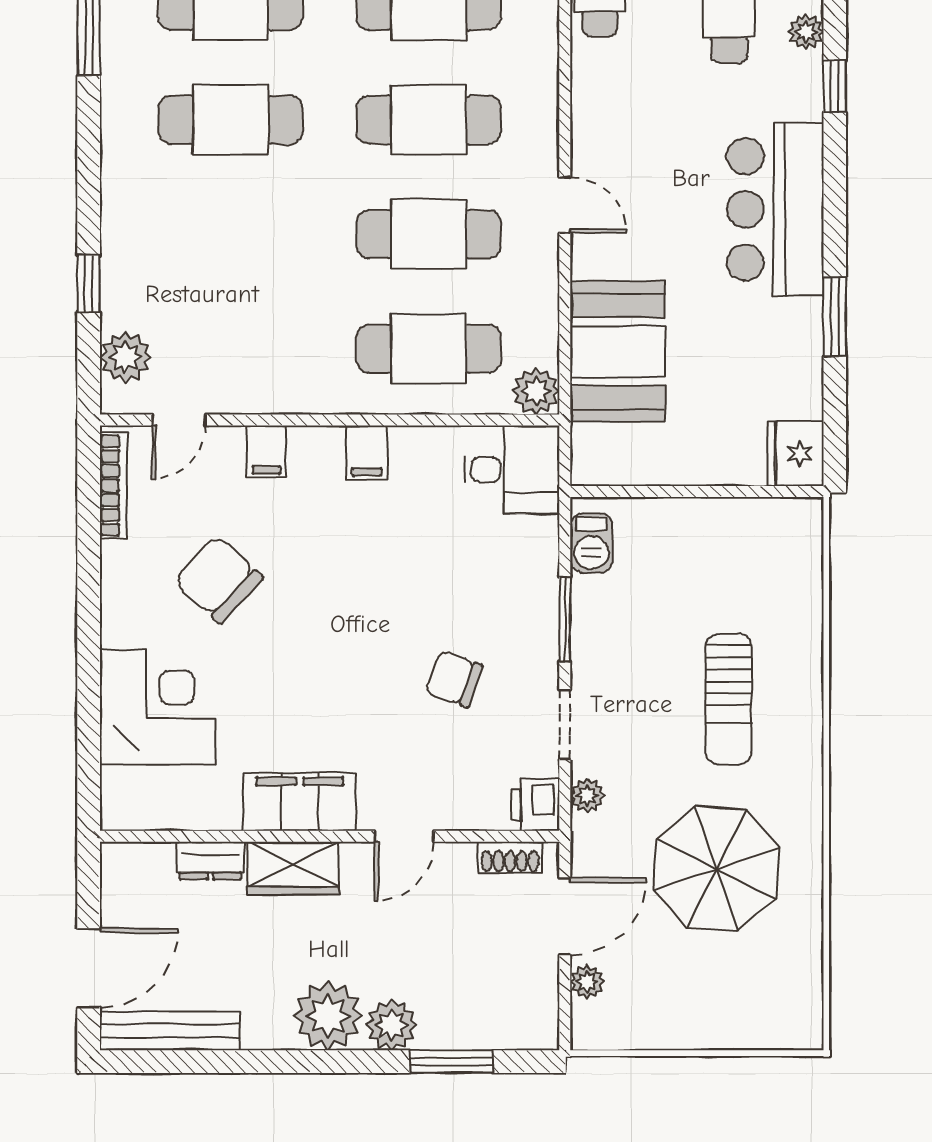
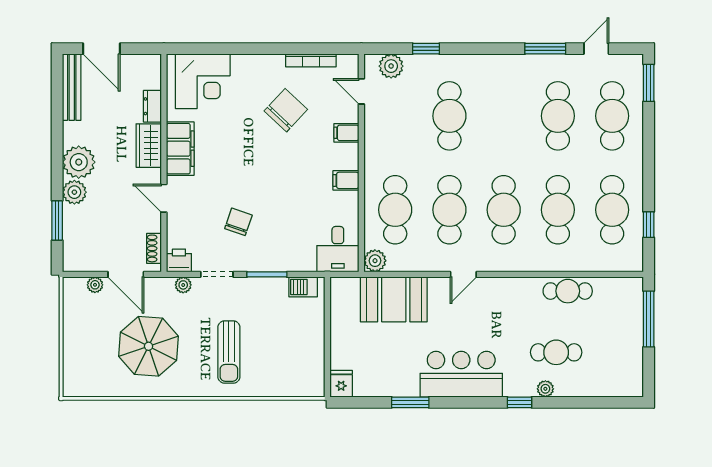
cafe table: (231, 120) -> (449, 116), moved
fridge: (795, 453) -> (341, 384), width x0.72
bookcase: (114, 485) -> (311, 60), moved
sun lounger: (729, 699) -> (229, 352), turned -90
corner desk: (158, 707) -> (203, 81), moved

